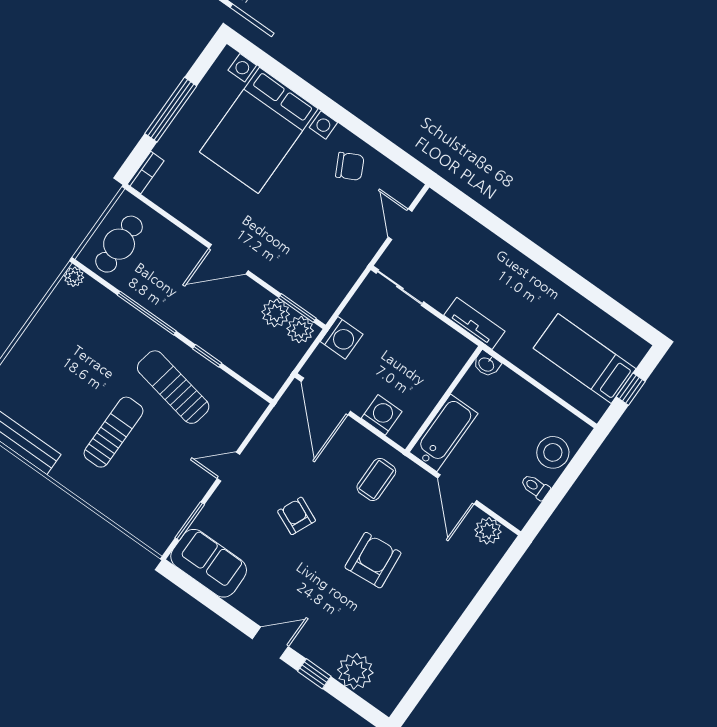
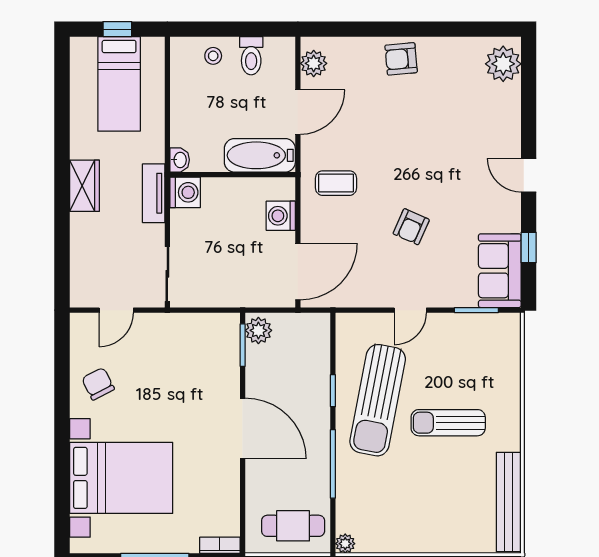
door: (229, 259) -> (243, 429), width x1.36
wardrobe: (521, 271) -> (84, 186), added
plant: (276, 313) -> (259, 360), removed
washing machine: (342, 338) -> (185, 192), moved, turned 90
sun lounger: (173, 387) -> (378, 400), width x1.36, depth x1.34
stool: (553, 452) -> (213, 56), width x0.53, depth x0.53
door: (228, 467) -> (410, 310), hinge flipped
toilet: (535, 487) -> (251, 56), width x1.37, depth x1.39
armchair: (373, 560) -> (401, 59), moved, width x0.72, depth x0.72
plant: (355, 671) -> (503, 64), moved
window: (314, 674) -> (529, 248), moved

